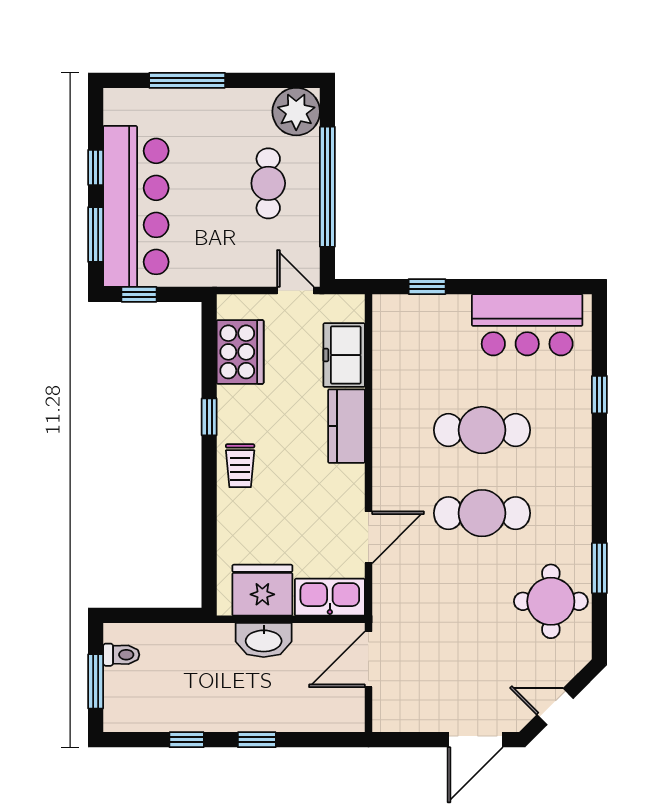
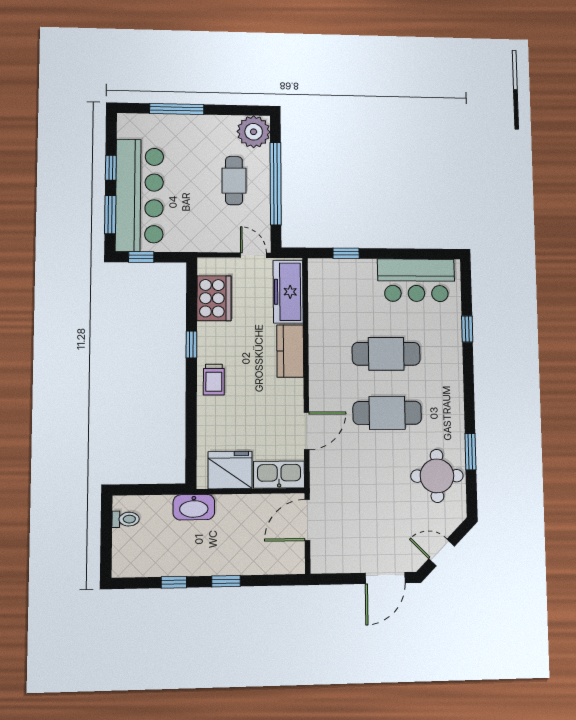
freezer: (344, 355) -> (288, 292), width x1.40
washbasin: (264, 640) -> (194, 507), moved
window: (96, 681) -> (106, 539), removed

